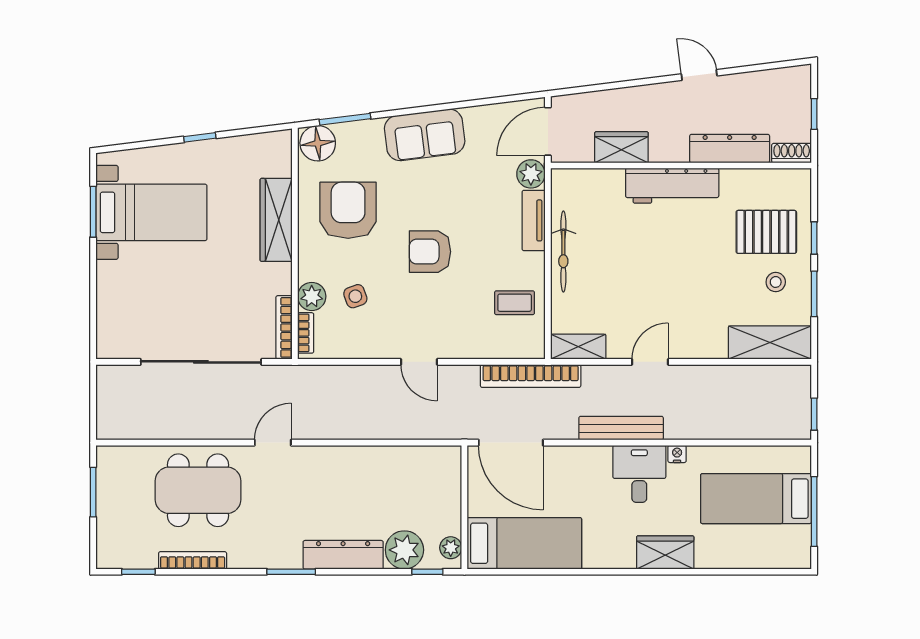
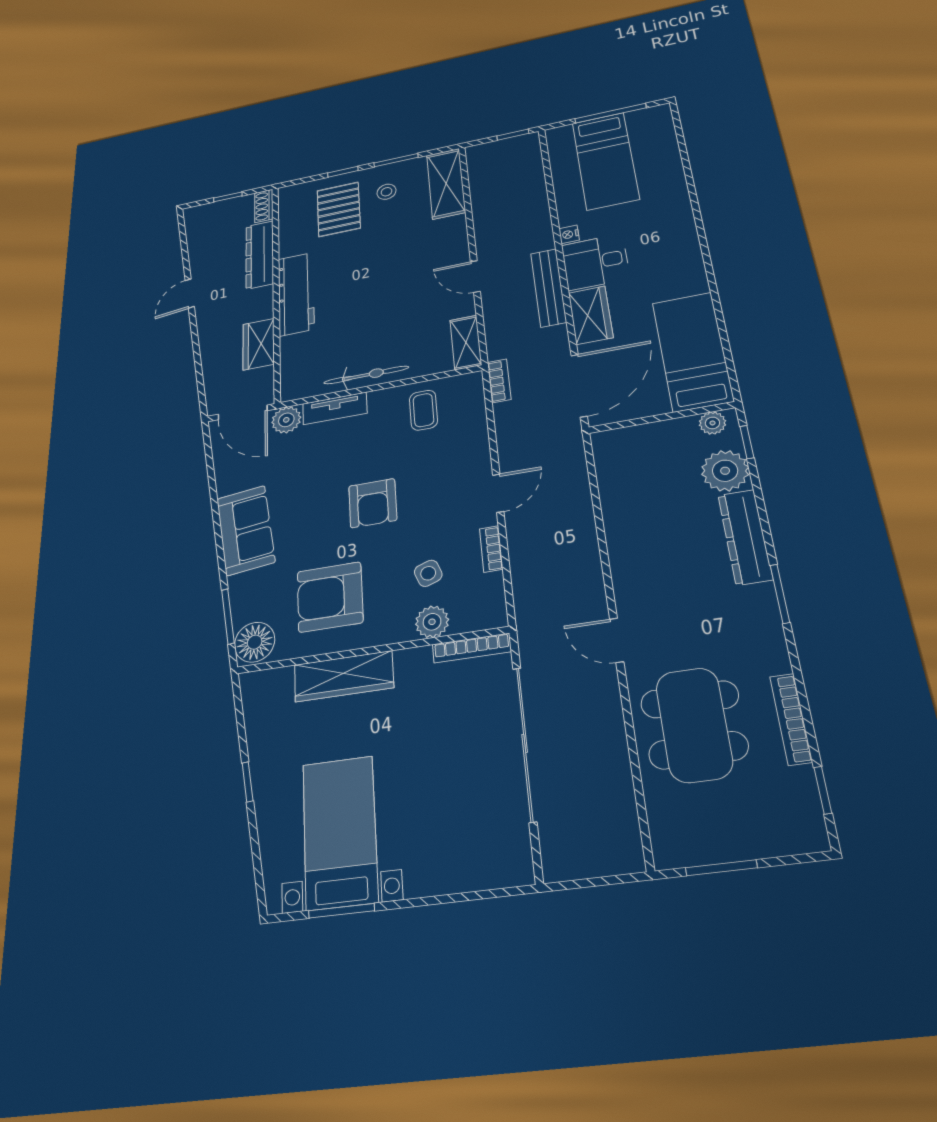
bookcase: (306, 333) -> (491, 549), moved, turned -90
bookcase: (531, 376) -> (499, 381), width x0.43, depth x0.76
wardrobe: (665, 552) -> (591, 315), moved, turned 180

